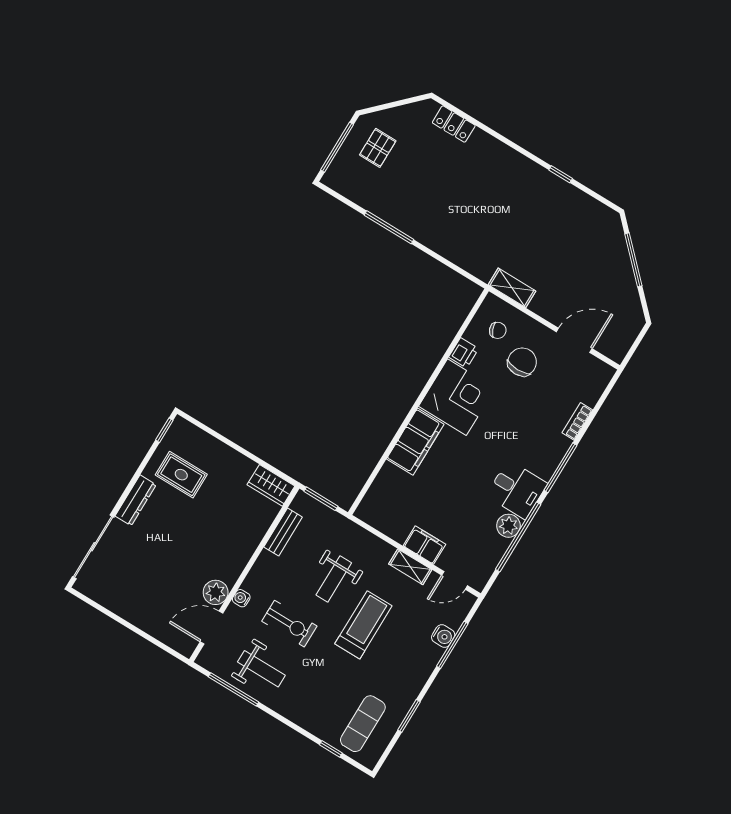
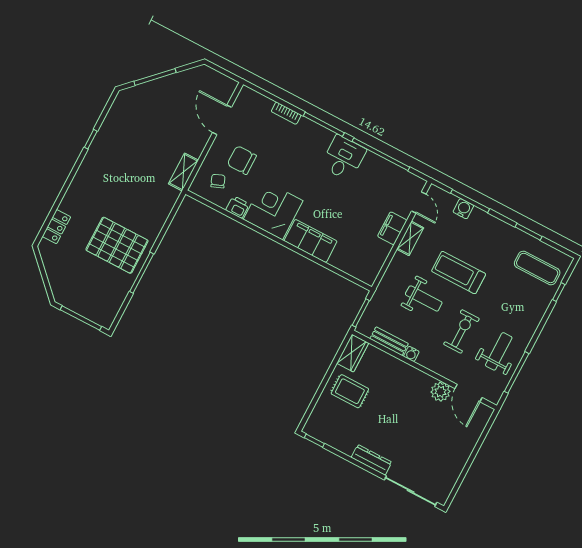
pallet: (378, 148) -> (117, 245), moved, width x2.05, depth x2.00
rug: (181, 475) -> (350, 391), moved, turned 90
plant: (508, 526) -> (372, 163), removed
water cooler: (241, 598) -> (411, 354), moved

